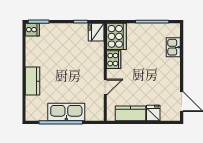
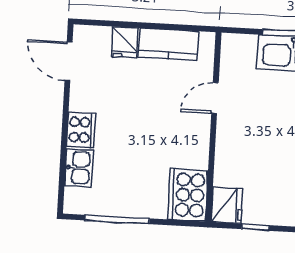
cooker: (114, 60) -> (81, 130), moved, turned 180

